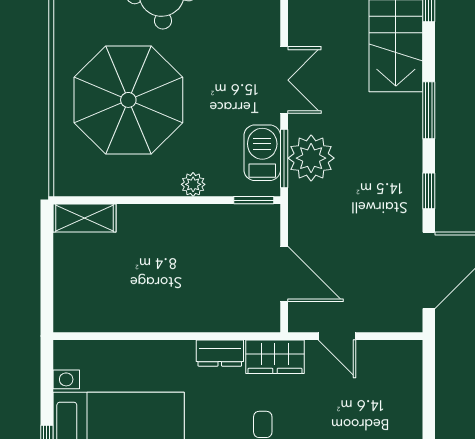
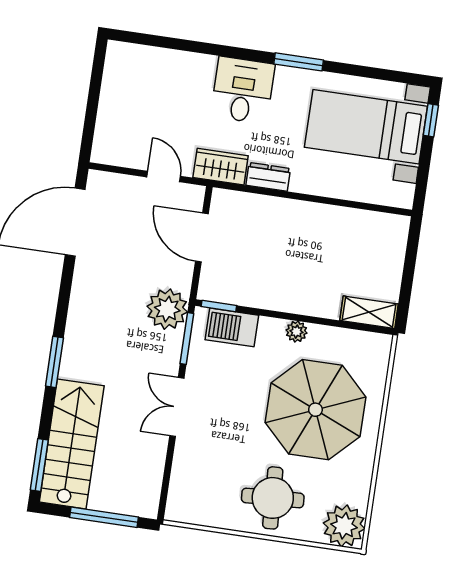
barbecue: (262, 153) -> (232, 327), moved, turned 90
plant: (311, 158) -> (167, 309), moved
plant: (193, 184) -> (297, 332), moved
window: (429, 191) -> (65, 292), removed

